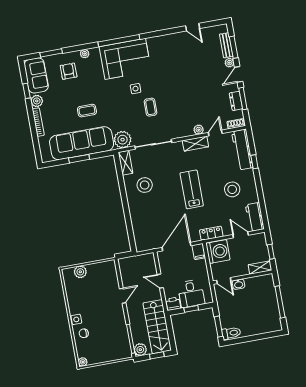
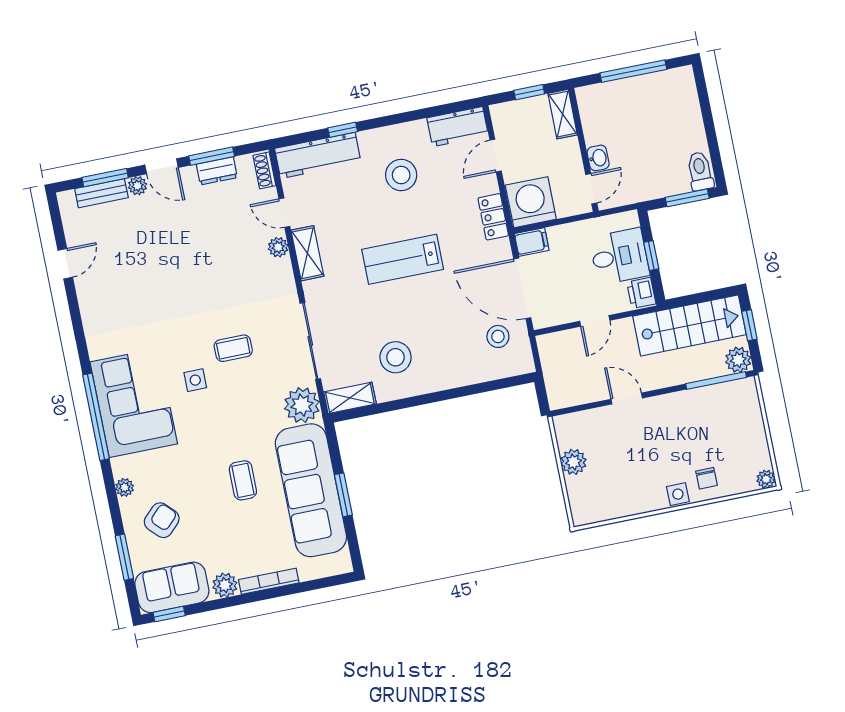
armchair: (69, 71) -> (162, 520), turned 135
window: (26, 91) -> (169, 614), moved
stool: (154, 234) -> (498, 336), added
plant: (80, 272) -> (574, 462), moved

